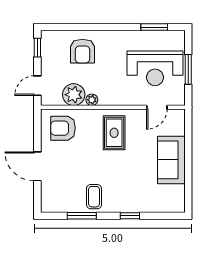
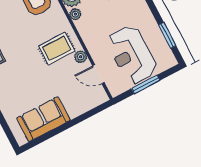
plant: (133, 115) -> (81, 57), added
sofa: (171, 160) -> (43, 119), moved

